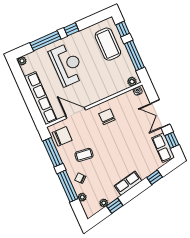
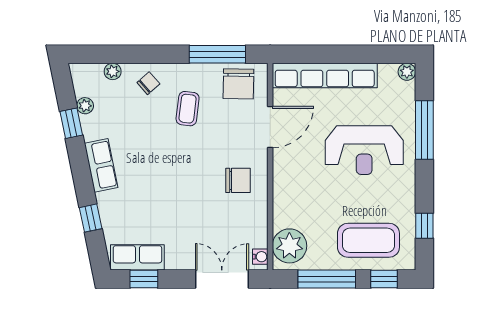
window: (71, 29) -> (424, 226), moved
plant: (132, 82) -> (289, 246), width x1.87, depth x1.87
double door: (160, 114) -> (222, 279), moved
window: (68, 186) -> (144, 54), removed

